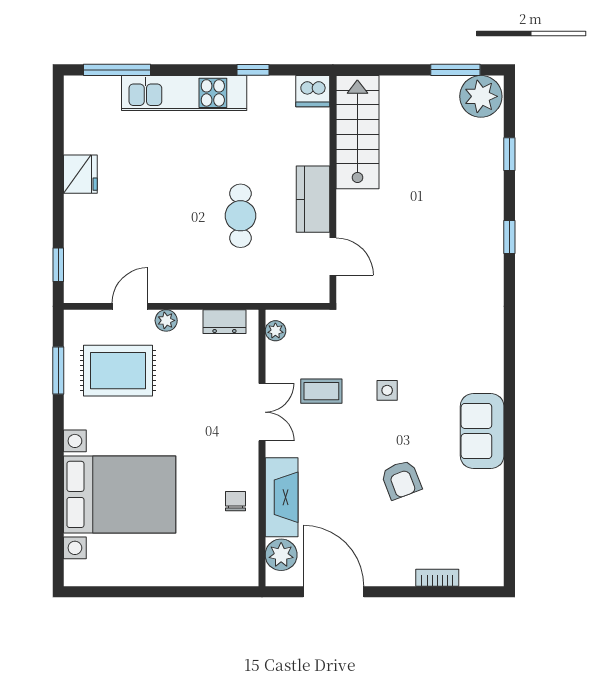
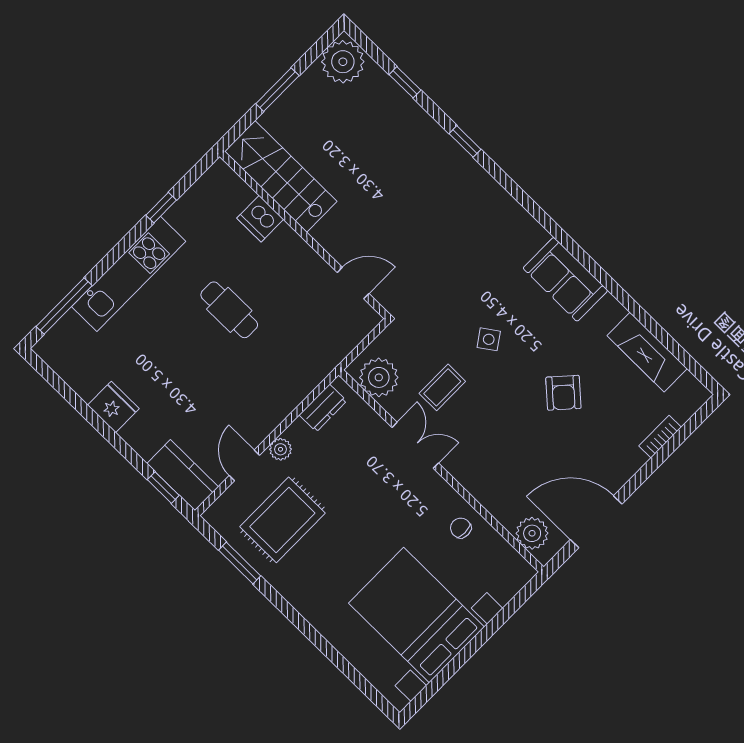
window: (455, 70) -> (277, 90), moved
dishwasher: (313, 91) -> (260, 219), moved, turned 90
kitchen counter: (313, 199) -> (183, 475), moved, turned 180
cafe table: (240, 216) -> (229, 310), moved
plant: (275, 331) -> (379, 377), width x1.88, depth x1.88
side table: (387, 390) -> (489, 339), turned -35
sofa: (482, 431) -> (565, 279), moved
armchair: (401, 480) -> (563, 393), turned 63
bed with nightstands: (120, 494) -> (416, 615), moved, turned -90
fireplace: (282, 497) -> (647, 352), moved, turned 180

